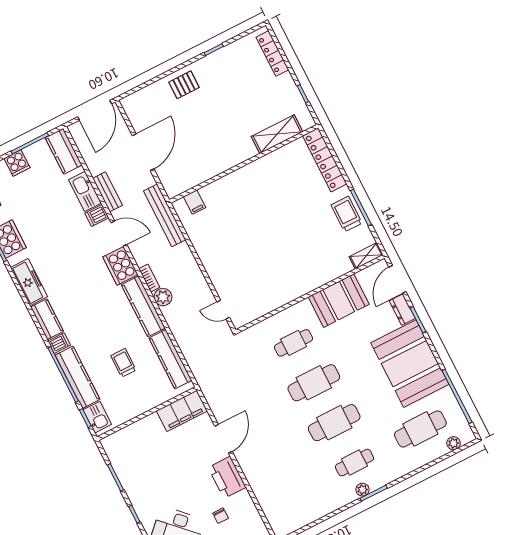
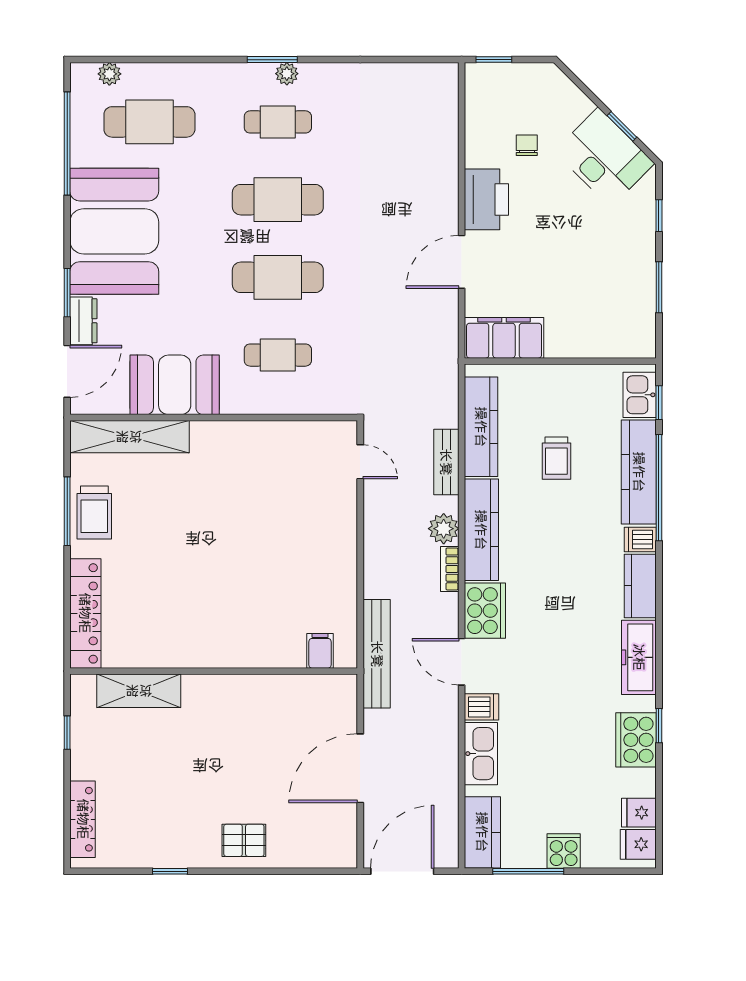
bench: (108, 192) -> (446, 462), moved
shelving: (366, 256) -> (129, 437), width x2.20, depth x1.33

